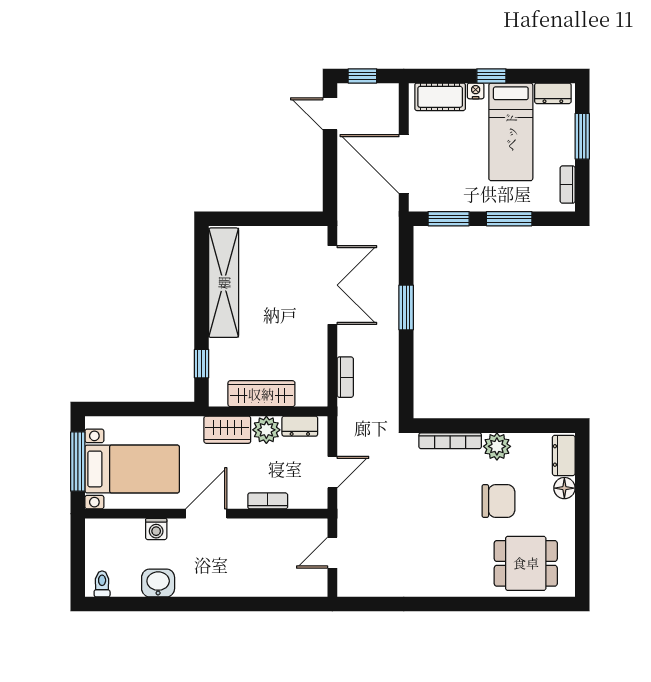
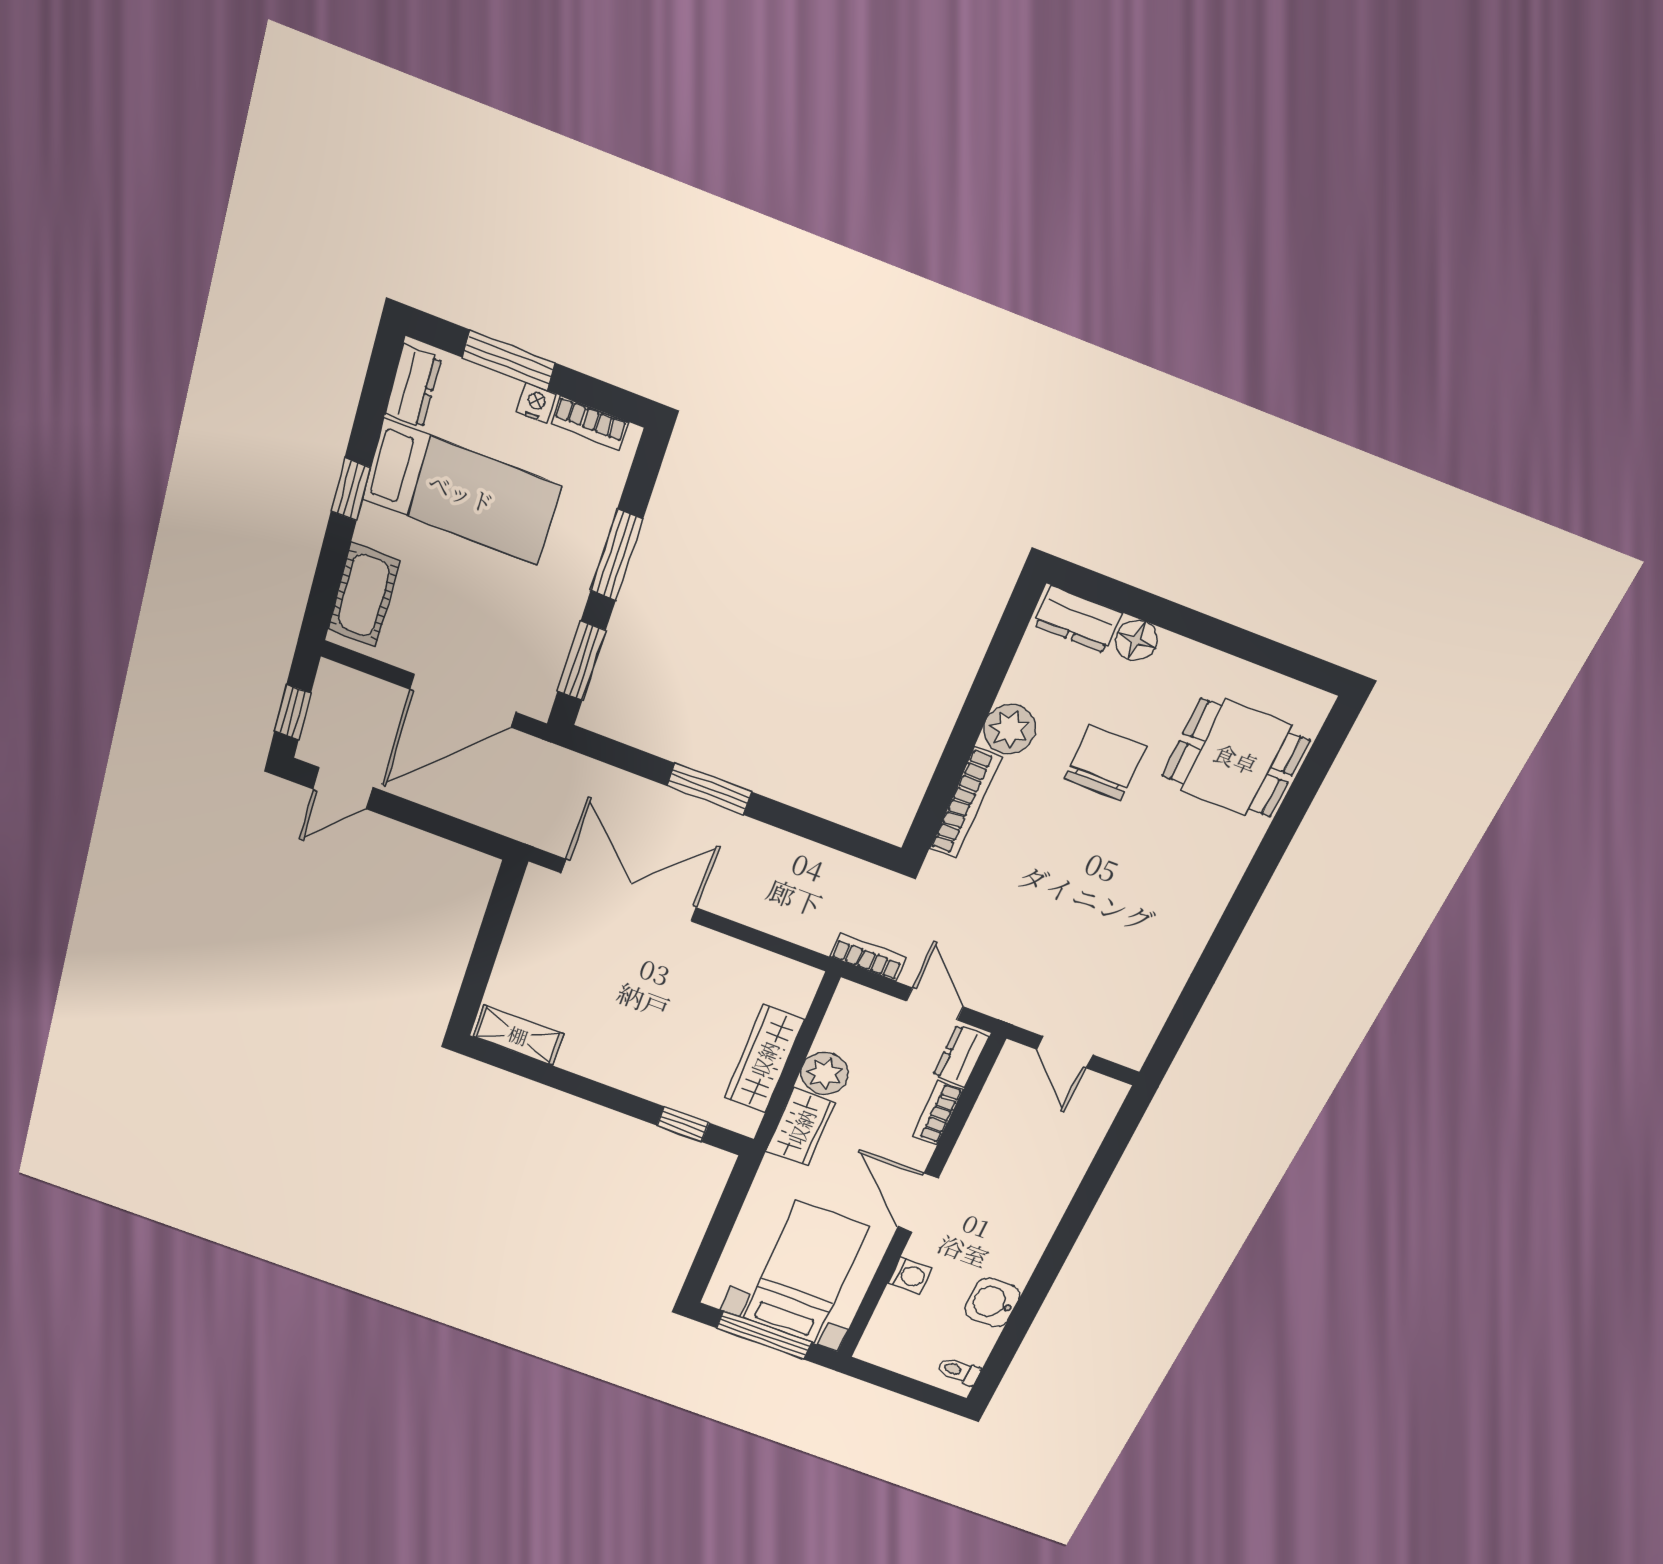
nightstand: (476, 91) -> (536, 403), moved, turned 90
shelving: (224, 283) -> (518, 1035), width x0.45, depth x0.75
bookcase: (345, 377) -> (868, 957), moved
dresser: (300, 426) -> (961, 1056), moved, turned 180
dining table: (526, 563) -> (1236, 758), turned 90

